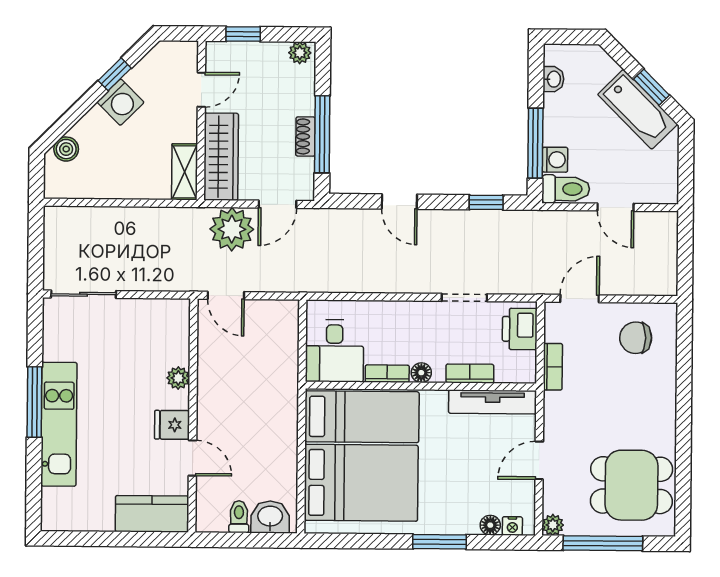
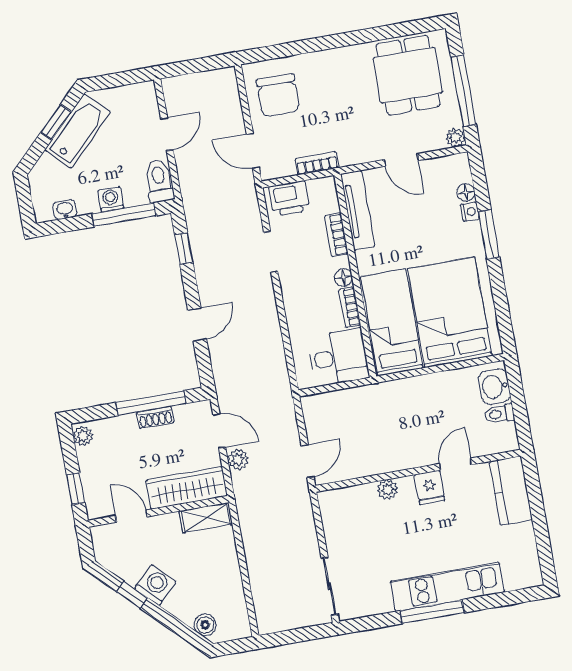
washing machine: (555, 160) -> (111, 199), moved
plant: (232, 229) -> (238, 459), width x0.53, depth x0.53
chair: (636, 338) -> (278, 95), width x1.37, depth x1.37
nightstand: (512, 526) -> (470, 212), moved

